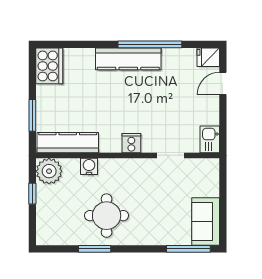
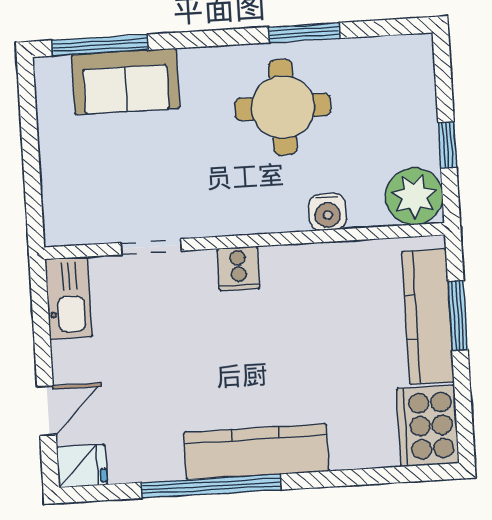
kitchen sink: (210, 139) -> (69, 298), width x1.38
kitchen counter: (68, 143) -> (428, 316), moved, turned 90
sofa: (206, 222) -> (126, 81), moved, turned 90

